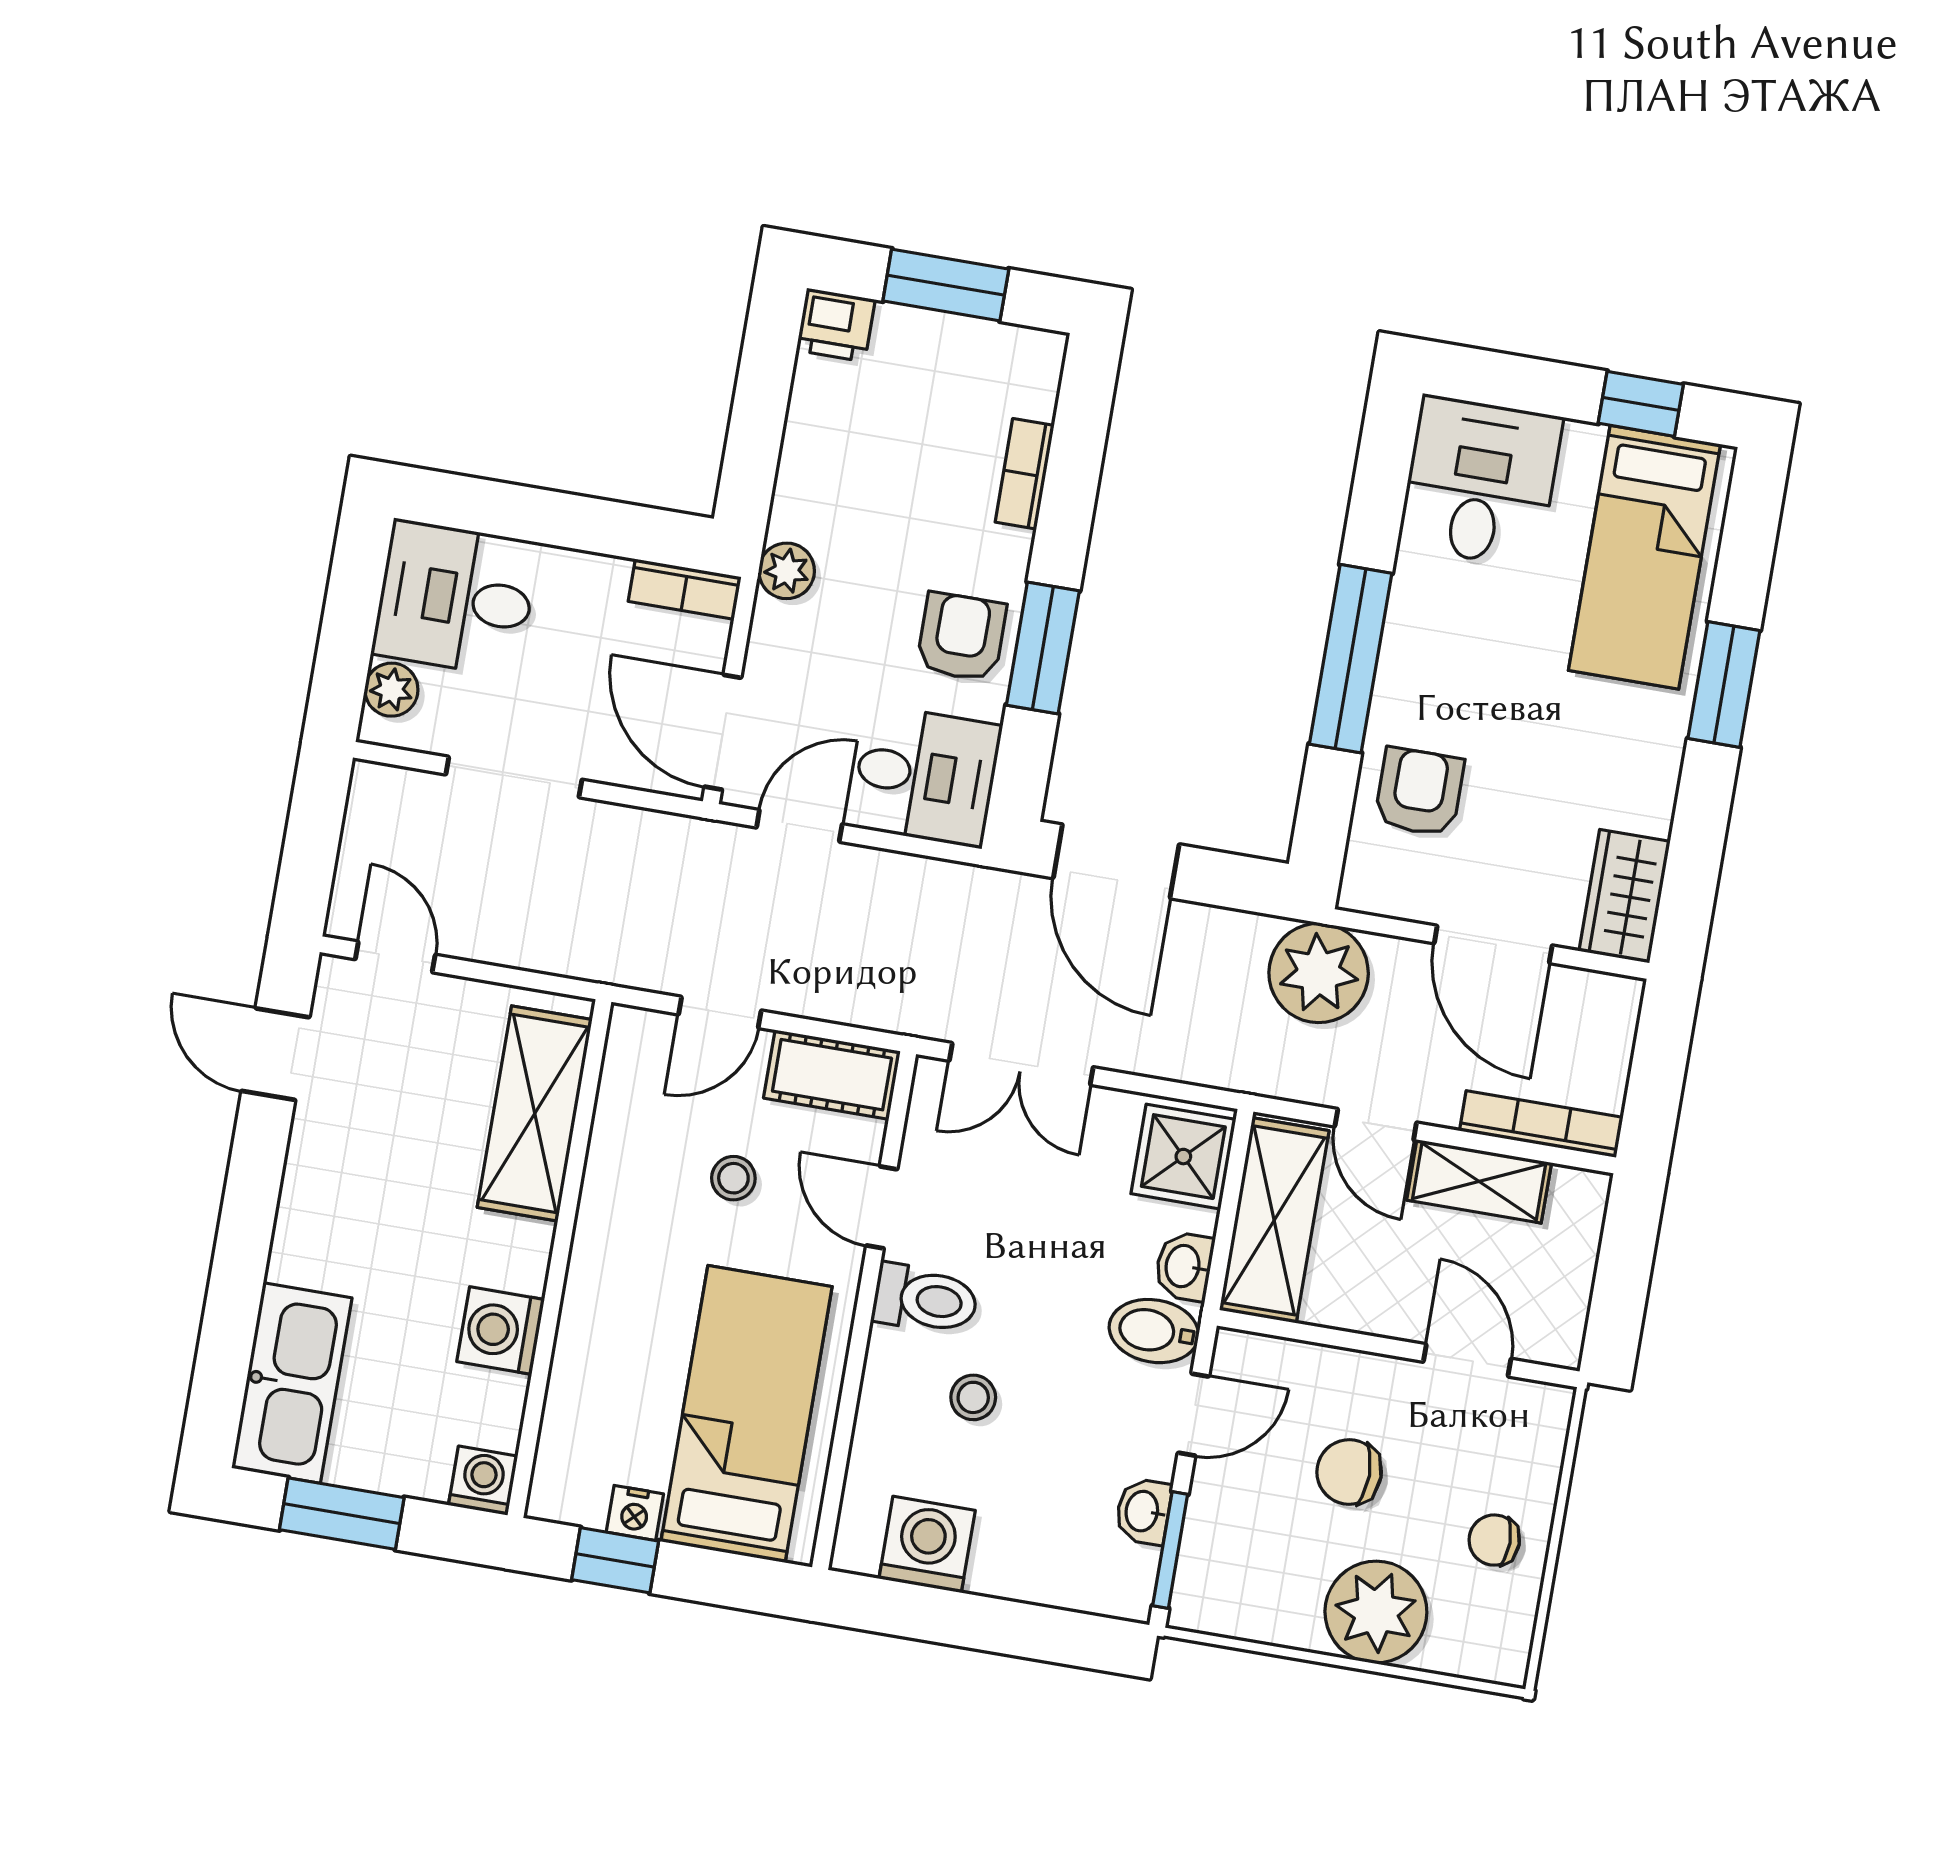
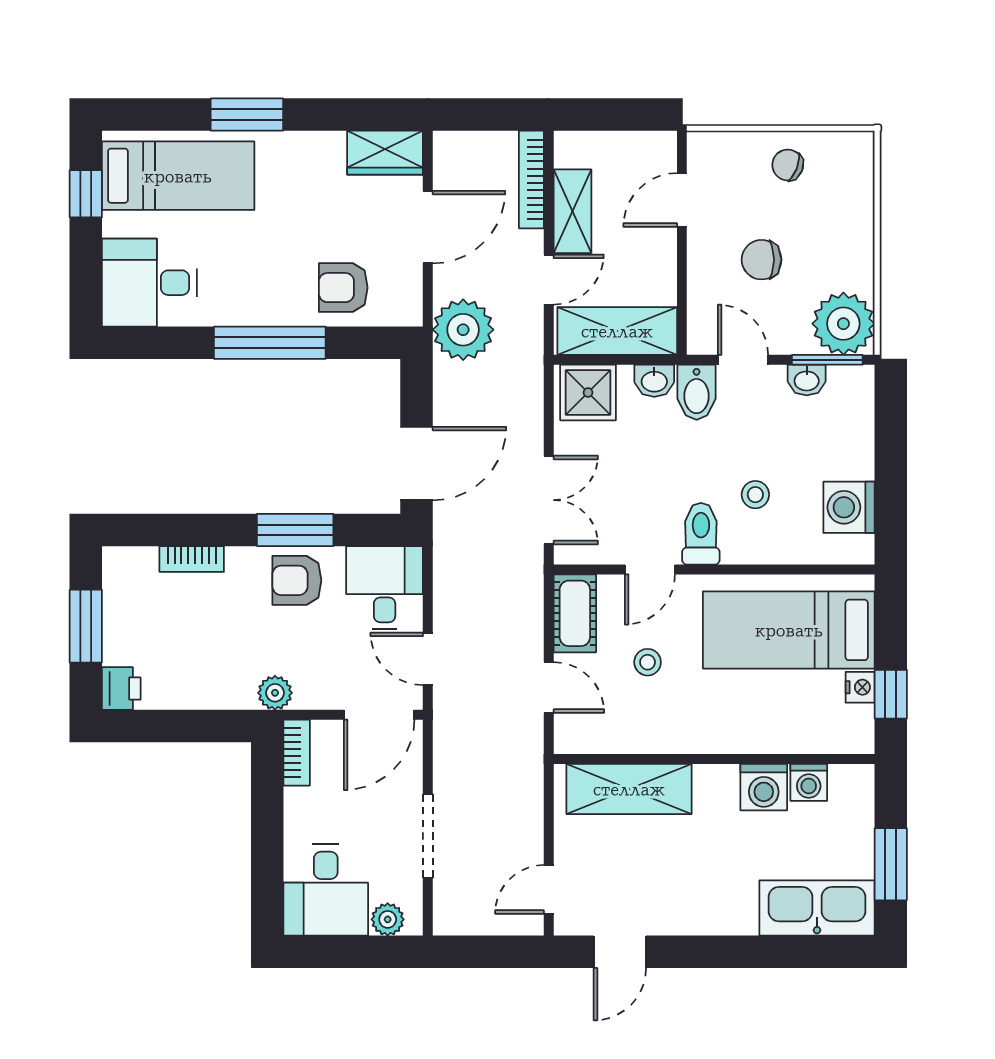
chair: (1349, 1472) -> (762, 260), turned 90
washing machine: (483, 1481) -> (809, 782), moved, turned -90
chair: (1494, 1540) -> (788, 165), turned 111
plant: (1376, 1612) -> (843, 324), moved

